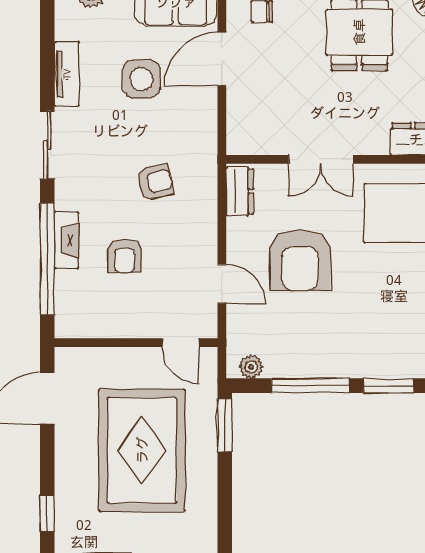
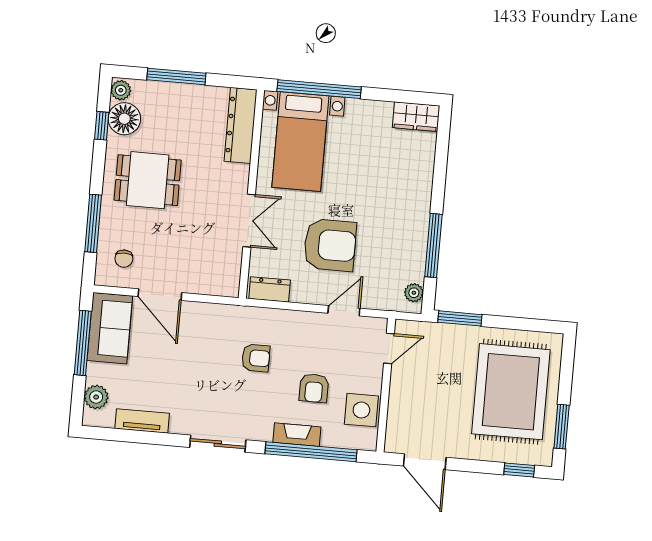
tv unit: (67, 74) -> (142, 421), moved
side table: (141, 79) -> (361, 410), moved
armchair: (155, 182) -> (256, 358), turned 102
armchair: (125, 256) -> (314, 388), turned 90
window: (389, 386) -> (439, 182), removed
rug: (142, 450) -> (511, 392), moved, turned 90

